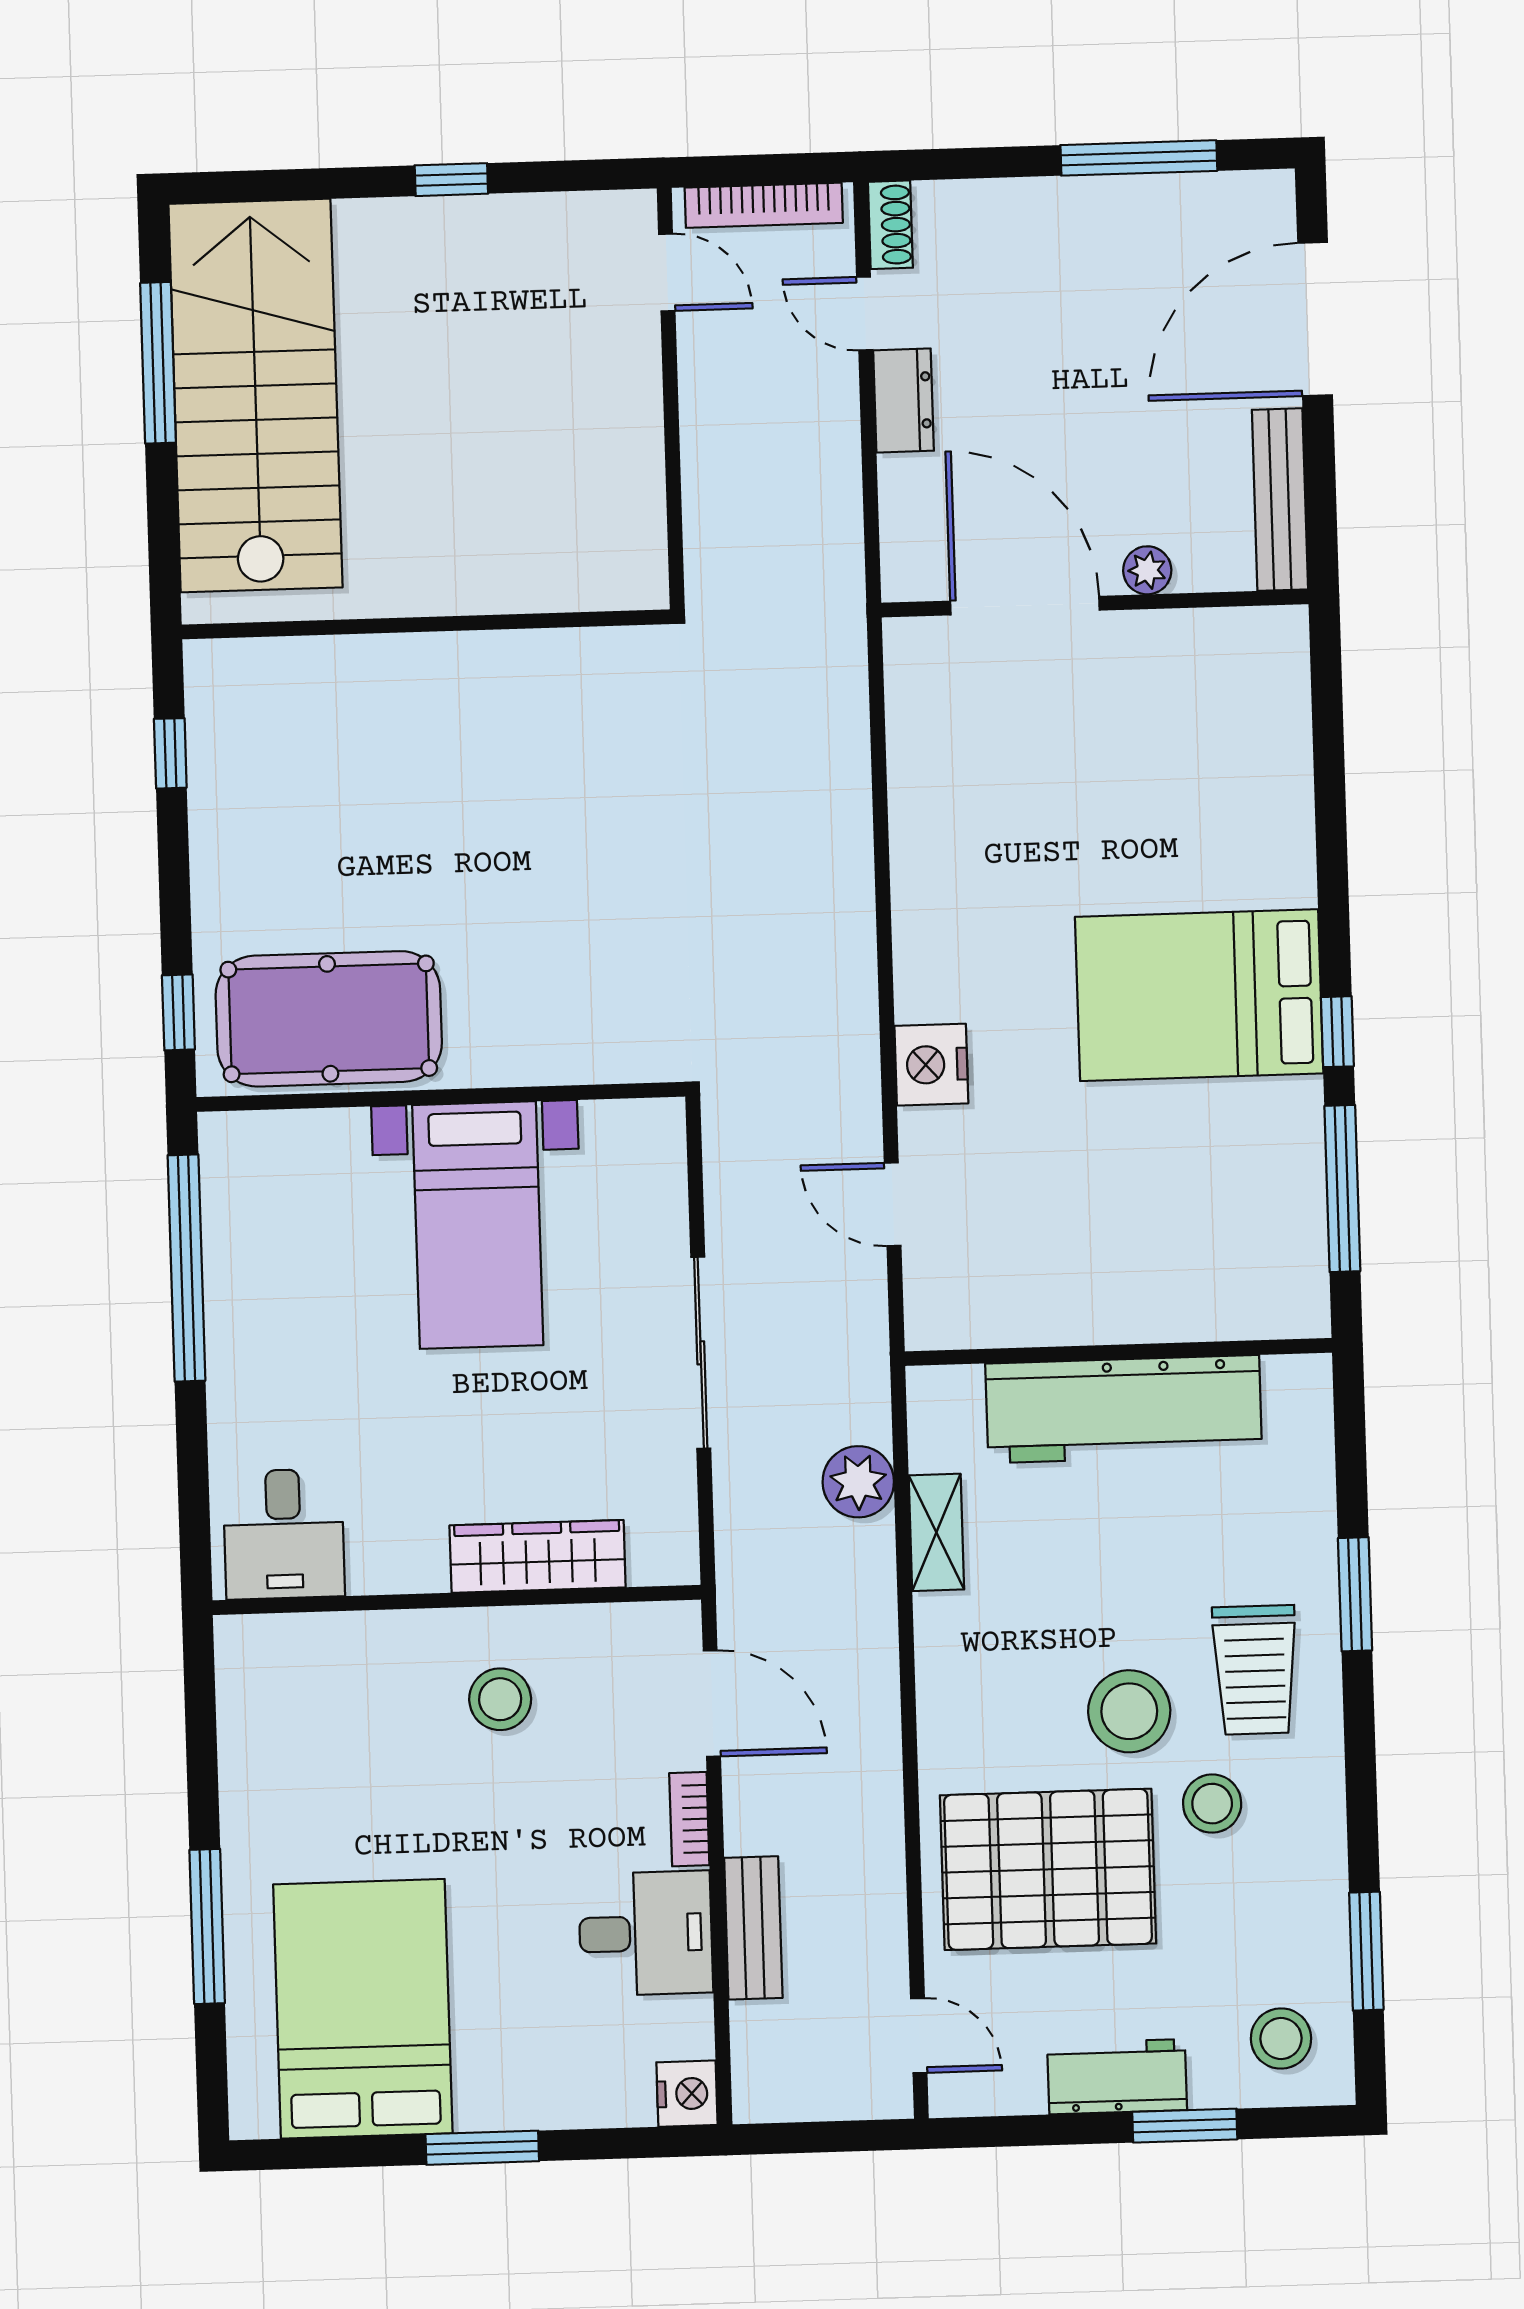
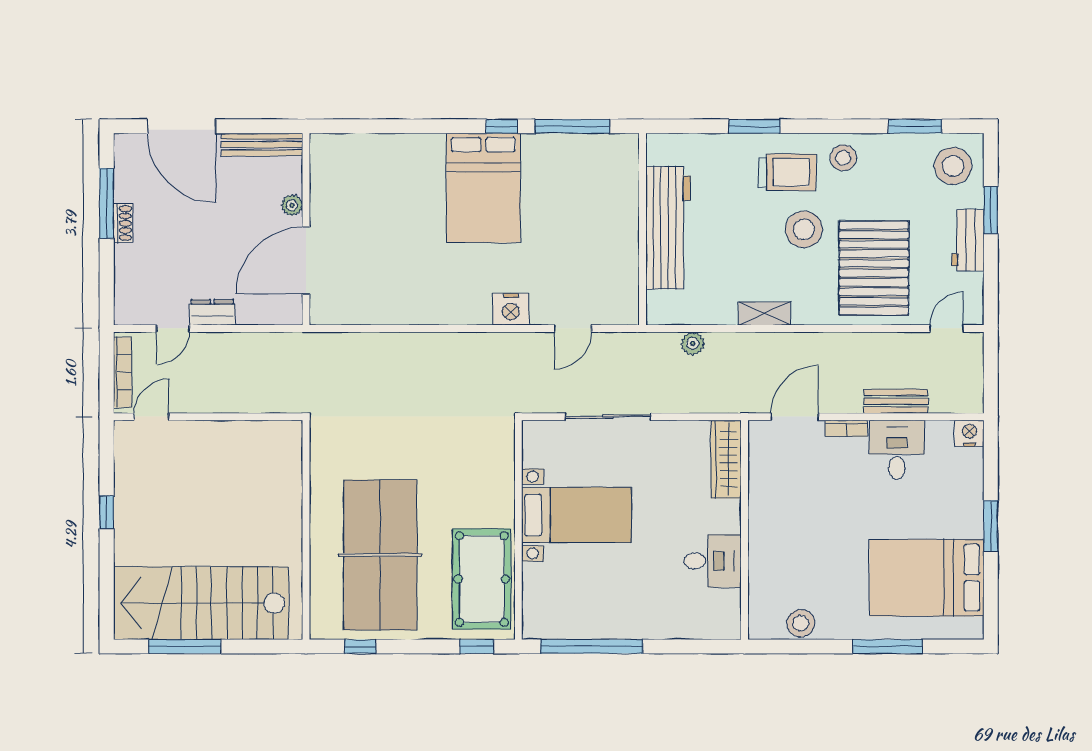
shoe rack: (890, 225) -> (123, 223), moved, turned 90
table tennis table: (375, 791) -> (380, 555), added
sliding door: (701, 1353) -> (608, 417), moved
plant: (858, 1482) -> (693, 343), width x0.73, depth x0.73
shelving: (936, 1532) -> (764, 313), moved
desk: (284, 1534) -> (712, 561), moved
wardrobe: (538, 1556) -> (726, 459), moved
stool: (500, 1699) -> (801, 623), moved
stool: (1212, 1804) -> (843, 158), moved
stool: (1281, 2038) -> (953, 166), width x1.38, depth x1.38

